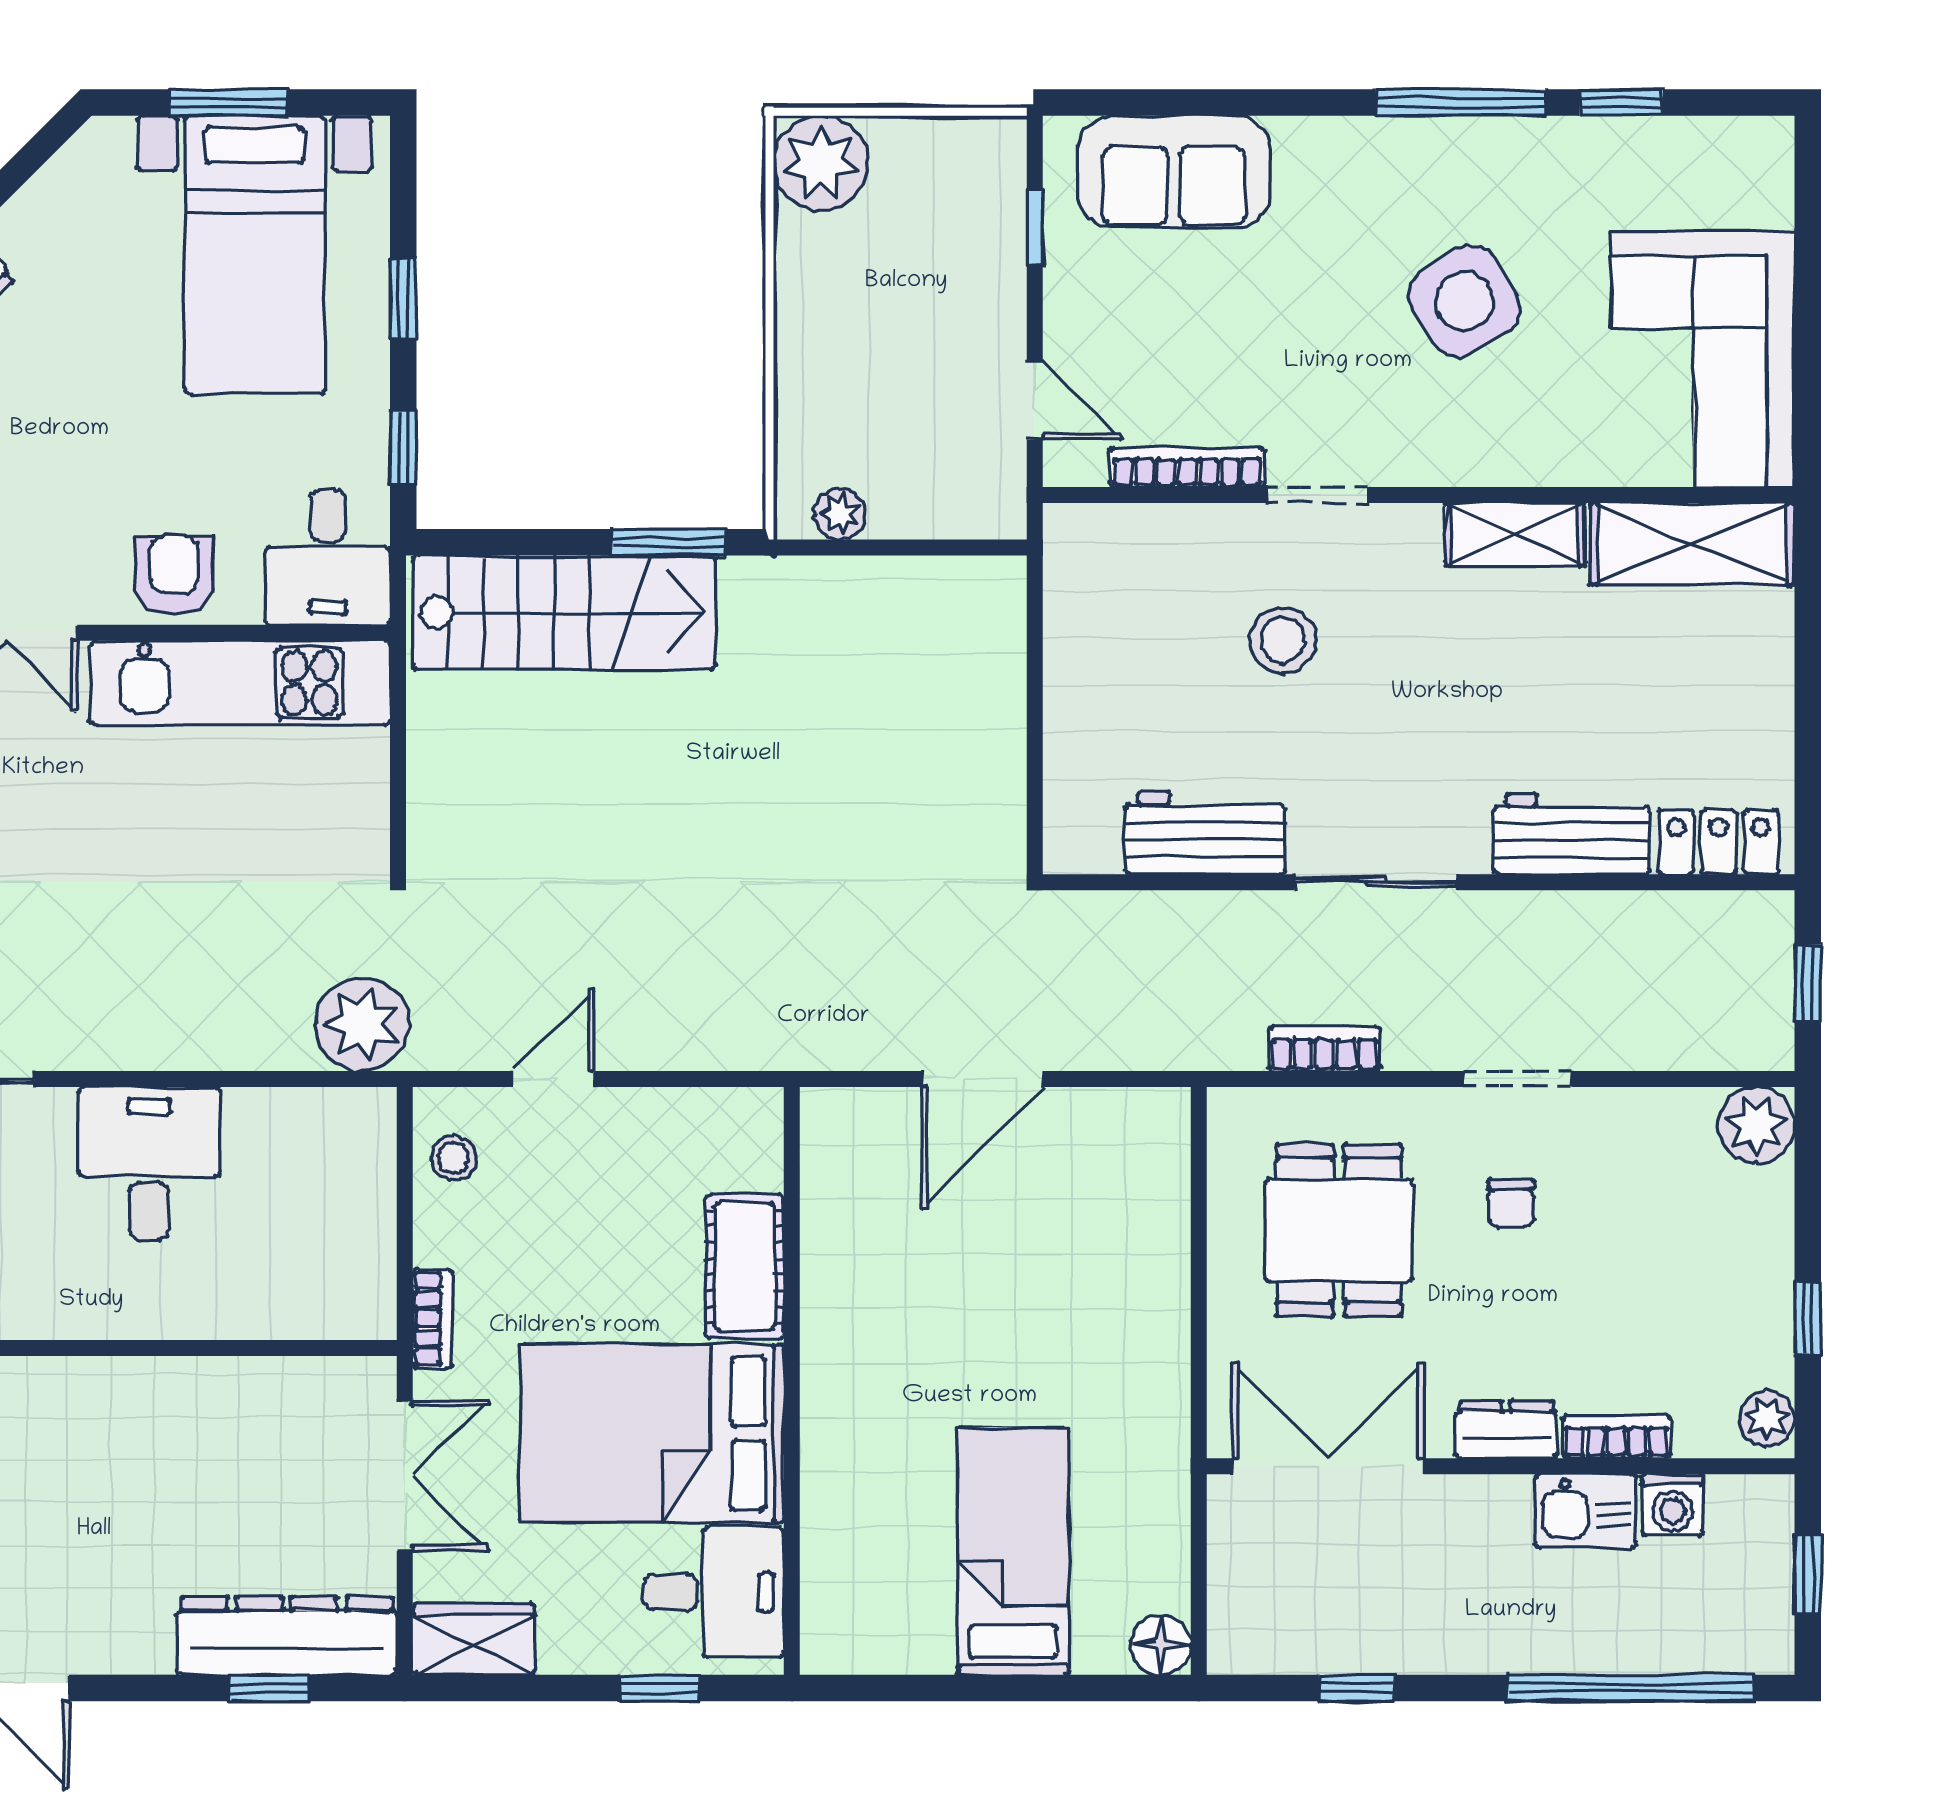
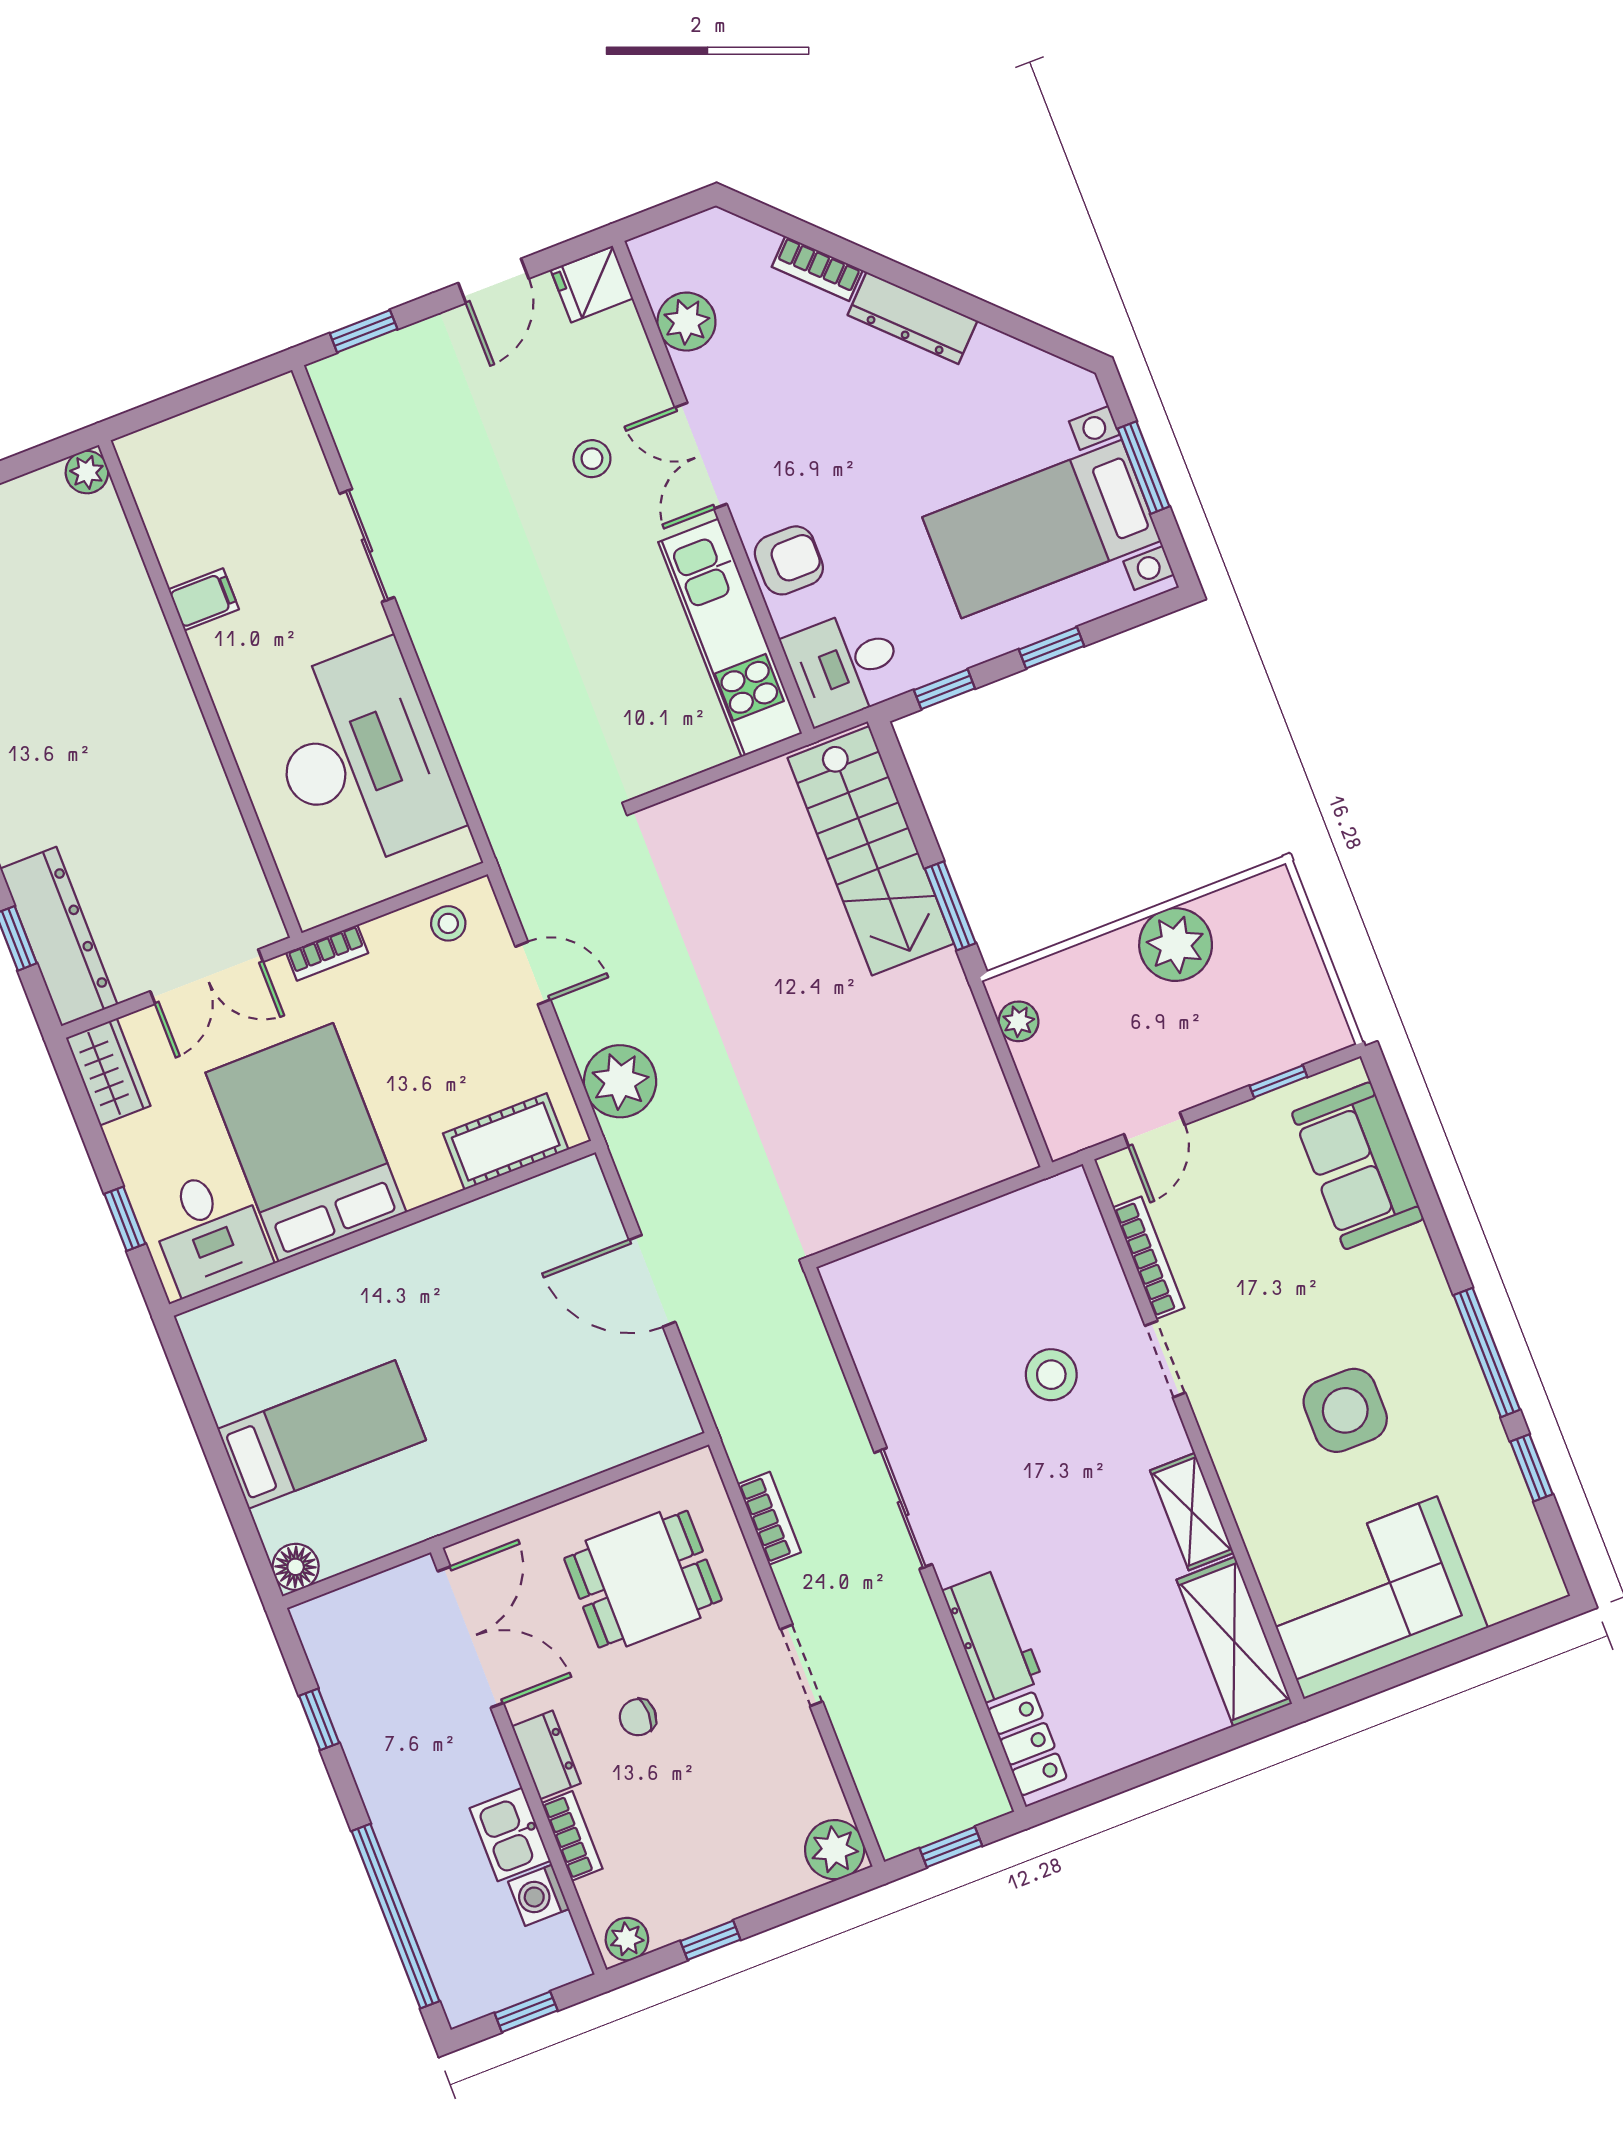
plant: (821, 163) -> (1176, 945), moved
side table: (1464, 301) -> (1345, 1410), turned 32
workbench: (1205, 833) -> (891, 1372), removed
plant: (362, 1024) -> (620, 1081), moved
desk: (149, 1163) -> (360, 757), width x1.87, depth x1.30
chair: (1511, 1203) -> (638, 1717), moved
cot: (745, 1267) -> (506, 1141), moved

